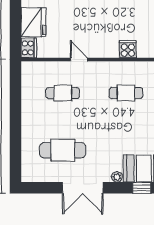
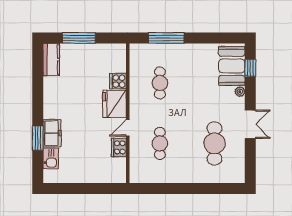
fridge: (33, 22) -> (114, 104), moved, turned -90
cooker: (29, 48) -> (119, 147), moved, turned -90
double door: (83, 188) -> (250, 124), width x0.73

